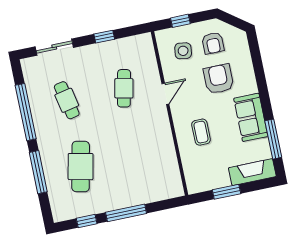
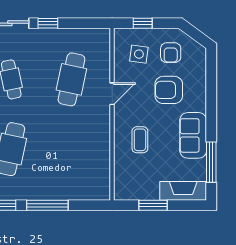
window: (104, 37) -> (48, 23), moved
armchair: (219, 79) -> (169, 90), turned -90
cafe table: (124, 88) -> (71, 79), width x1.37, depth x1.35

